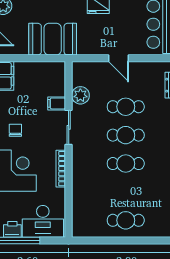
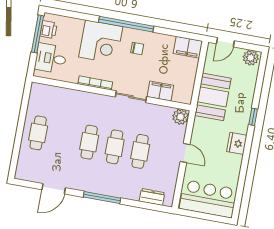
door: (119, 58) -> (185, 153), swing flipped
plant: (80, 95) -> (180, 117), moved
filing cabinet: (57, 103) -> (160, 91), width x2.00
desk: (43, 221) -> (51, 58), width x0.73

